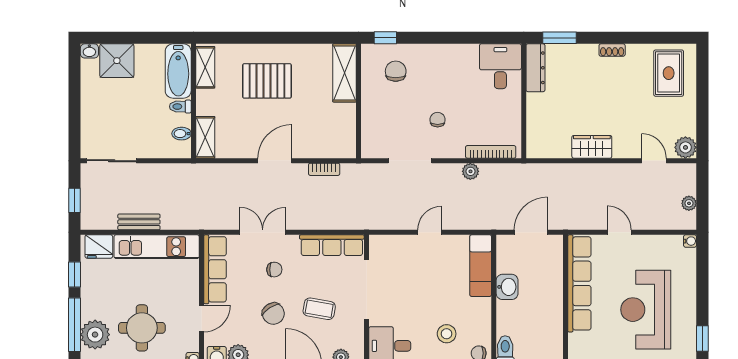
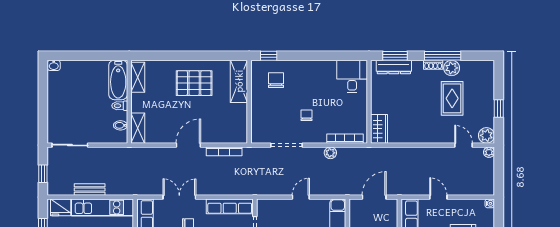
window: (625, 38) -> (443, 56), added
plant: (637, 55) -> (452, 68), added
shower: (117, 61) -> (74, 72), removed
dresser: (535, 68) -> (394, 67), moved, turned 90
rug: (669, 73) -> (452, 98), moved
pallet: (267, 81) -> (194, 83), moved
window: (702, 110) -> (499, 108), added
wardrobe: (592, 147) -> (379, 129), moved, turned 90
bookcase: (324, 169) -> (224, 151), width x1.56
plant: (689, 203) -> (489, 152), moved

